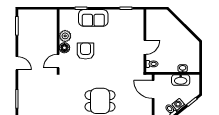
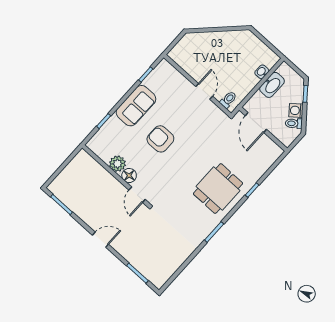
sofa: (93, 18) -> (136, 106), moved
armchair: (86, 51) -> (160, 139), moved
door: (153, 89) -> (256, 122), hinge flipped

